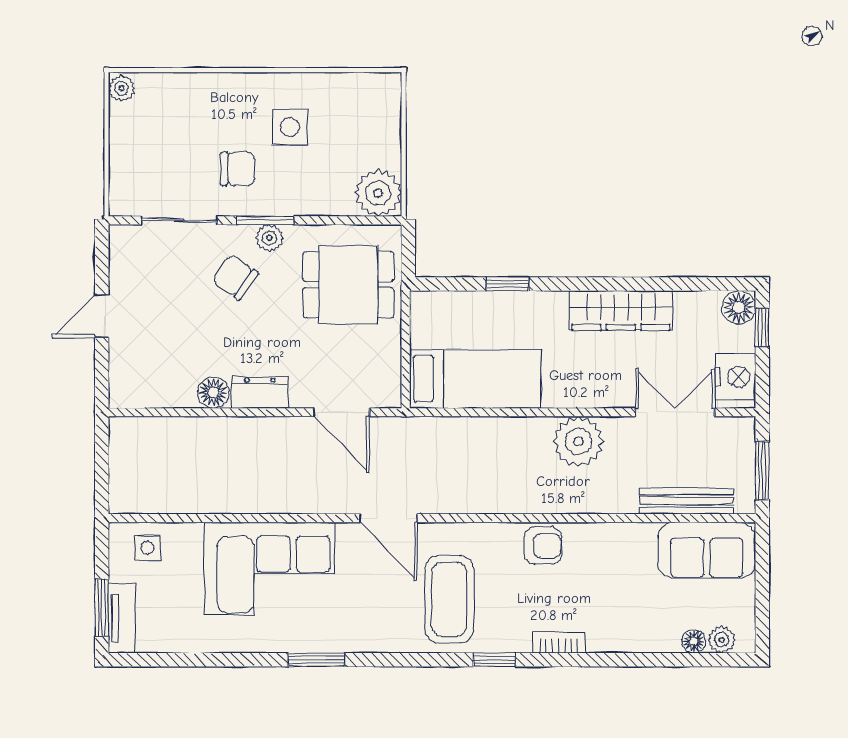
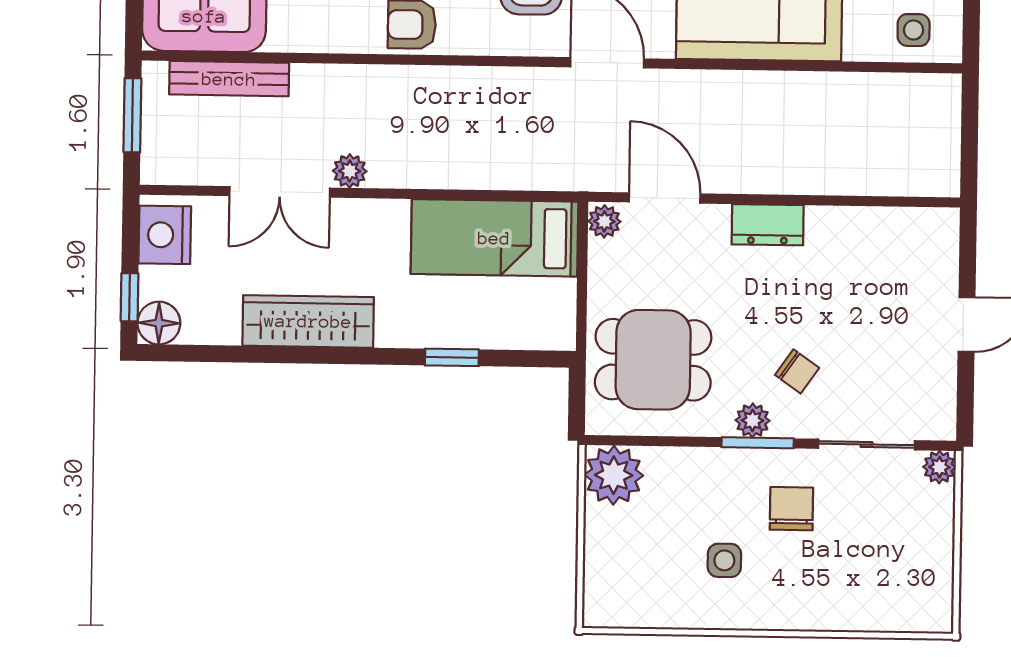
plant: (121, 88) -> (939, 467), moved
side table: (290, 127) -> (724, 560), width x0.73, depth x0.73
chair: (238, 169) -> (791, 509), turned 90
chair: (235, 277) -> (797, 371), width x0.73, depth x0.73
floor lamp: (213, 393) -> (827, 226), removed
plant: (389, 393) -> (604, 221), added
double door: (675, 412) -> (280, 192), moved
plant: (578, 441) -> (350, 171), width x0.53, depth x0.53

